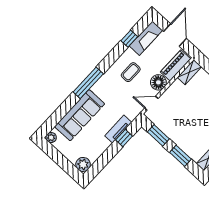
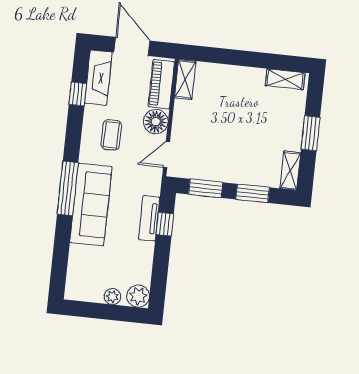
sofa: (80, 115) -> (91, 204), moved
plant: (51, 137) -> (112, 296), moved

